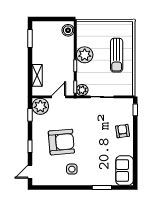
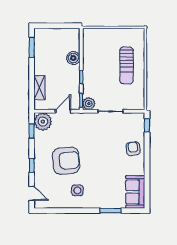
boiler: (68, 30) -> (73, 58), moved
plant: (85, 55) -> (92, 65), removed
door: (30, 172) -> (32, 193), swing flipped

